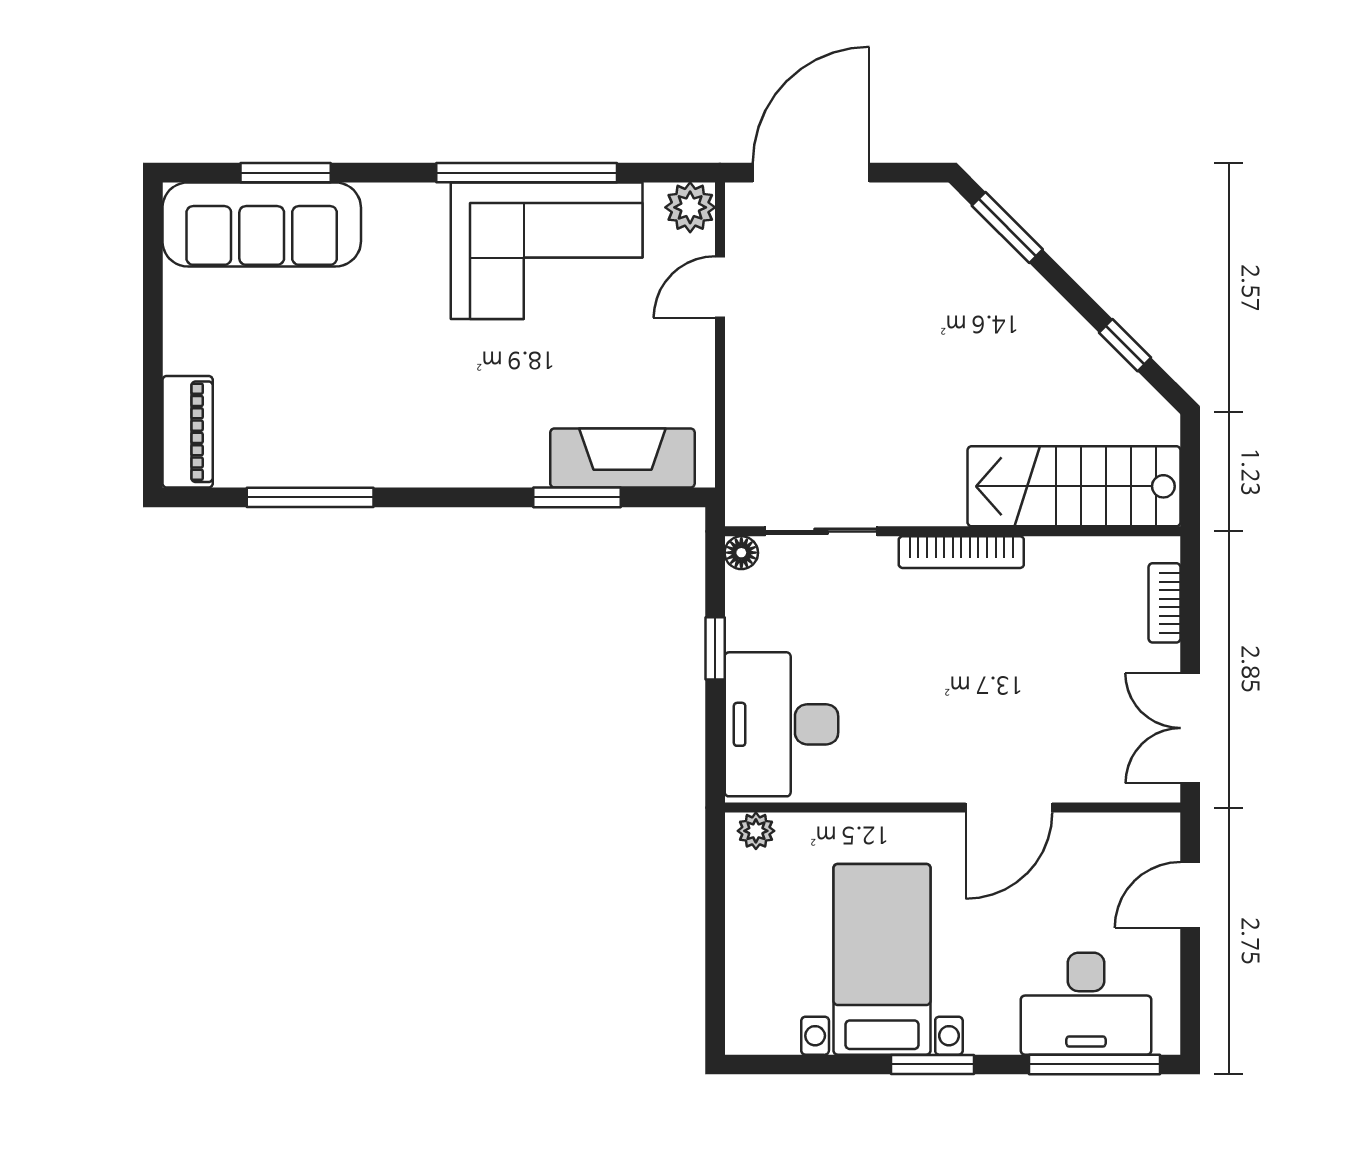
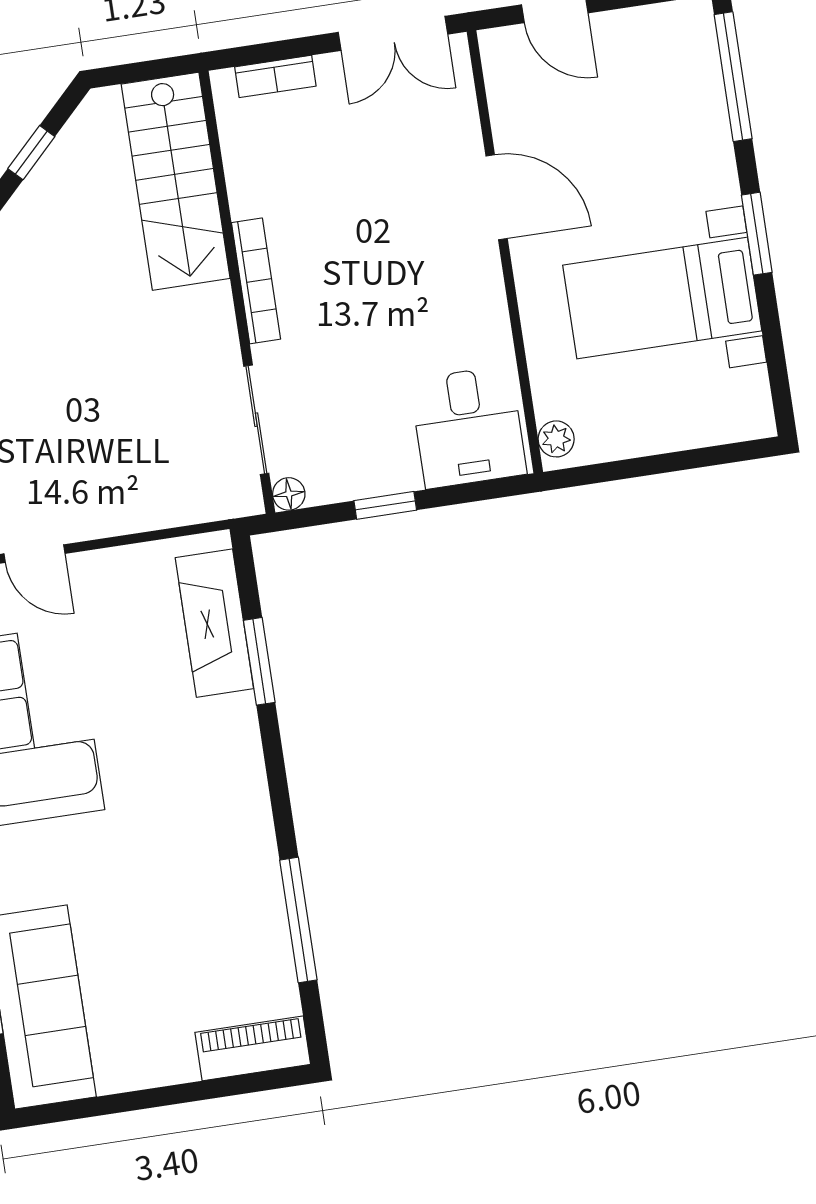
desk: (781, 724) -> (468, 427), width x0.73
desk: (1086, 1004) -> (675, 94), removed

